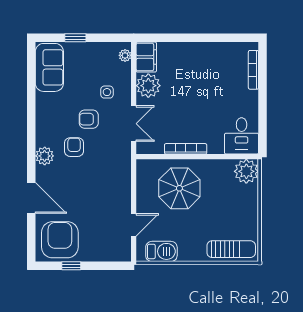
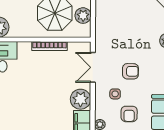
armchair: (74, 147) -> (129, 114), moved
plant: (146, 186) -> (83, 16), added

